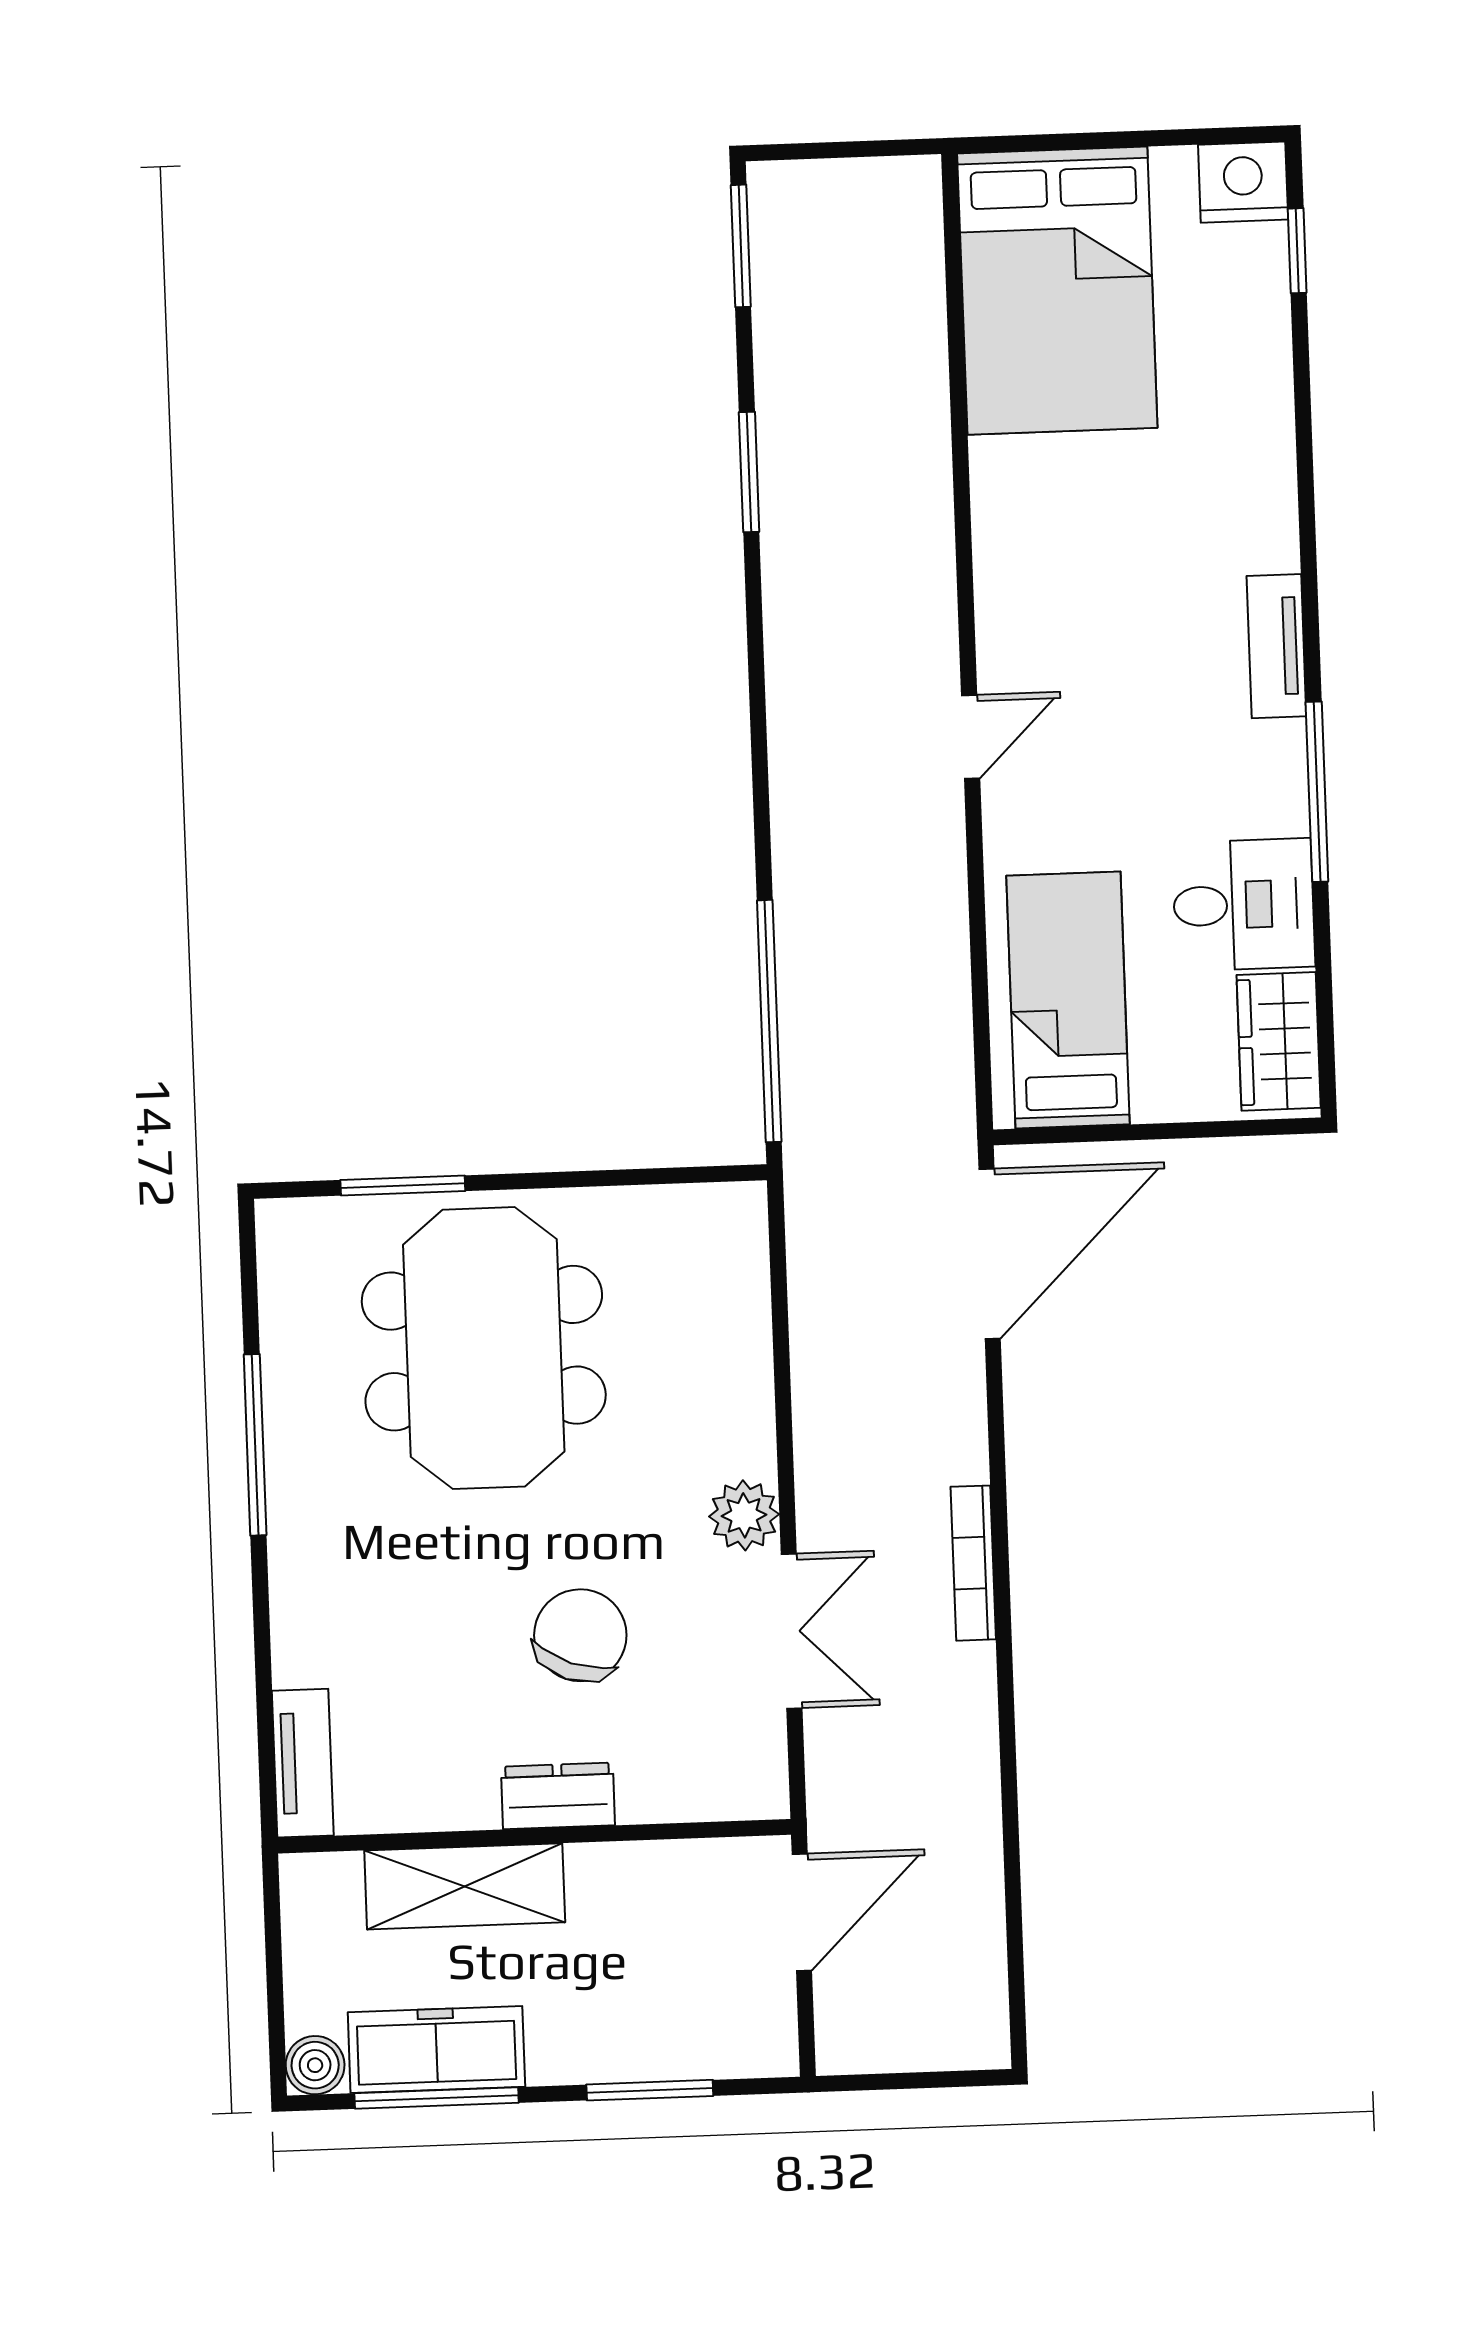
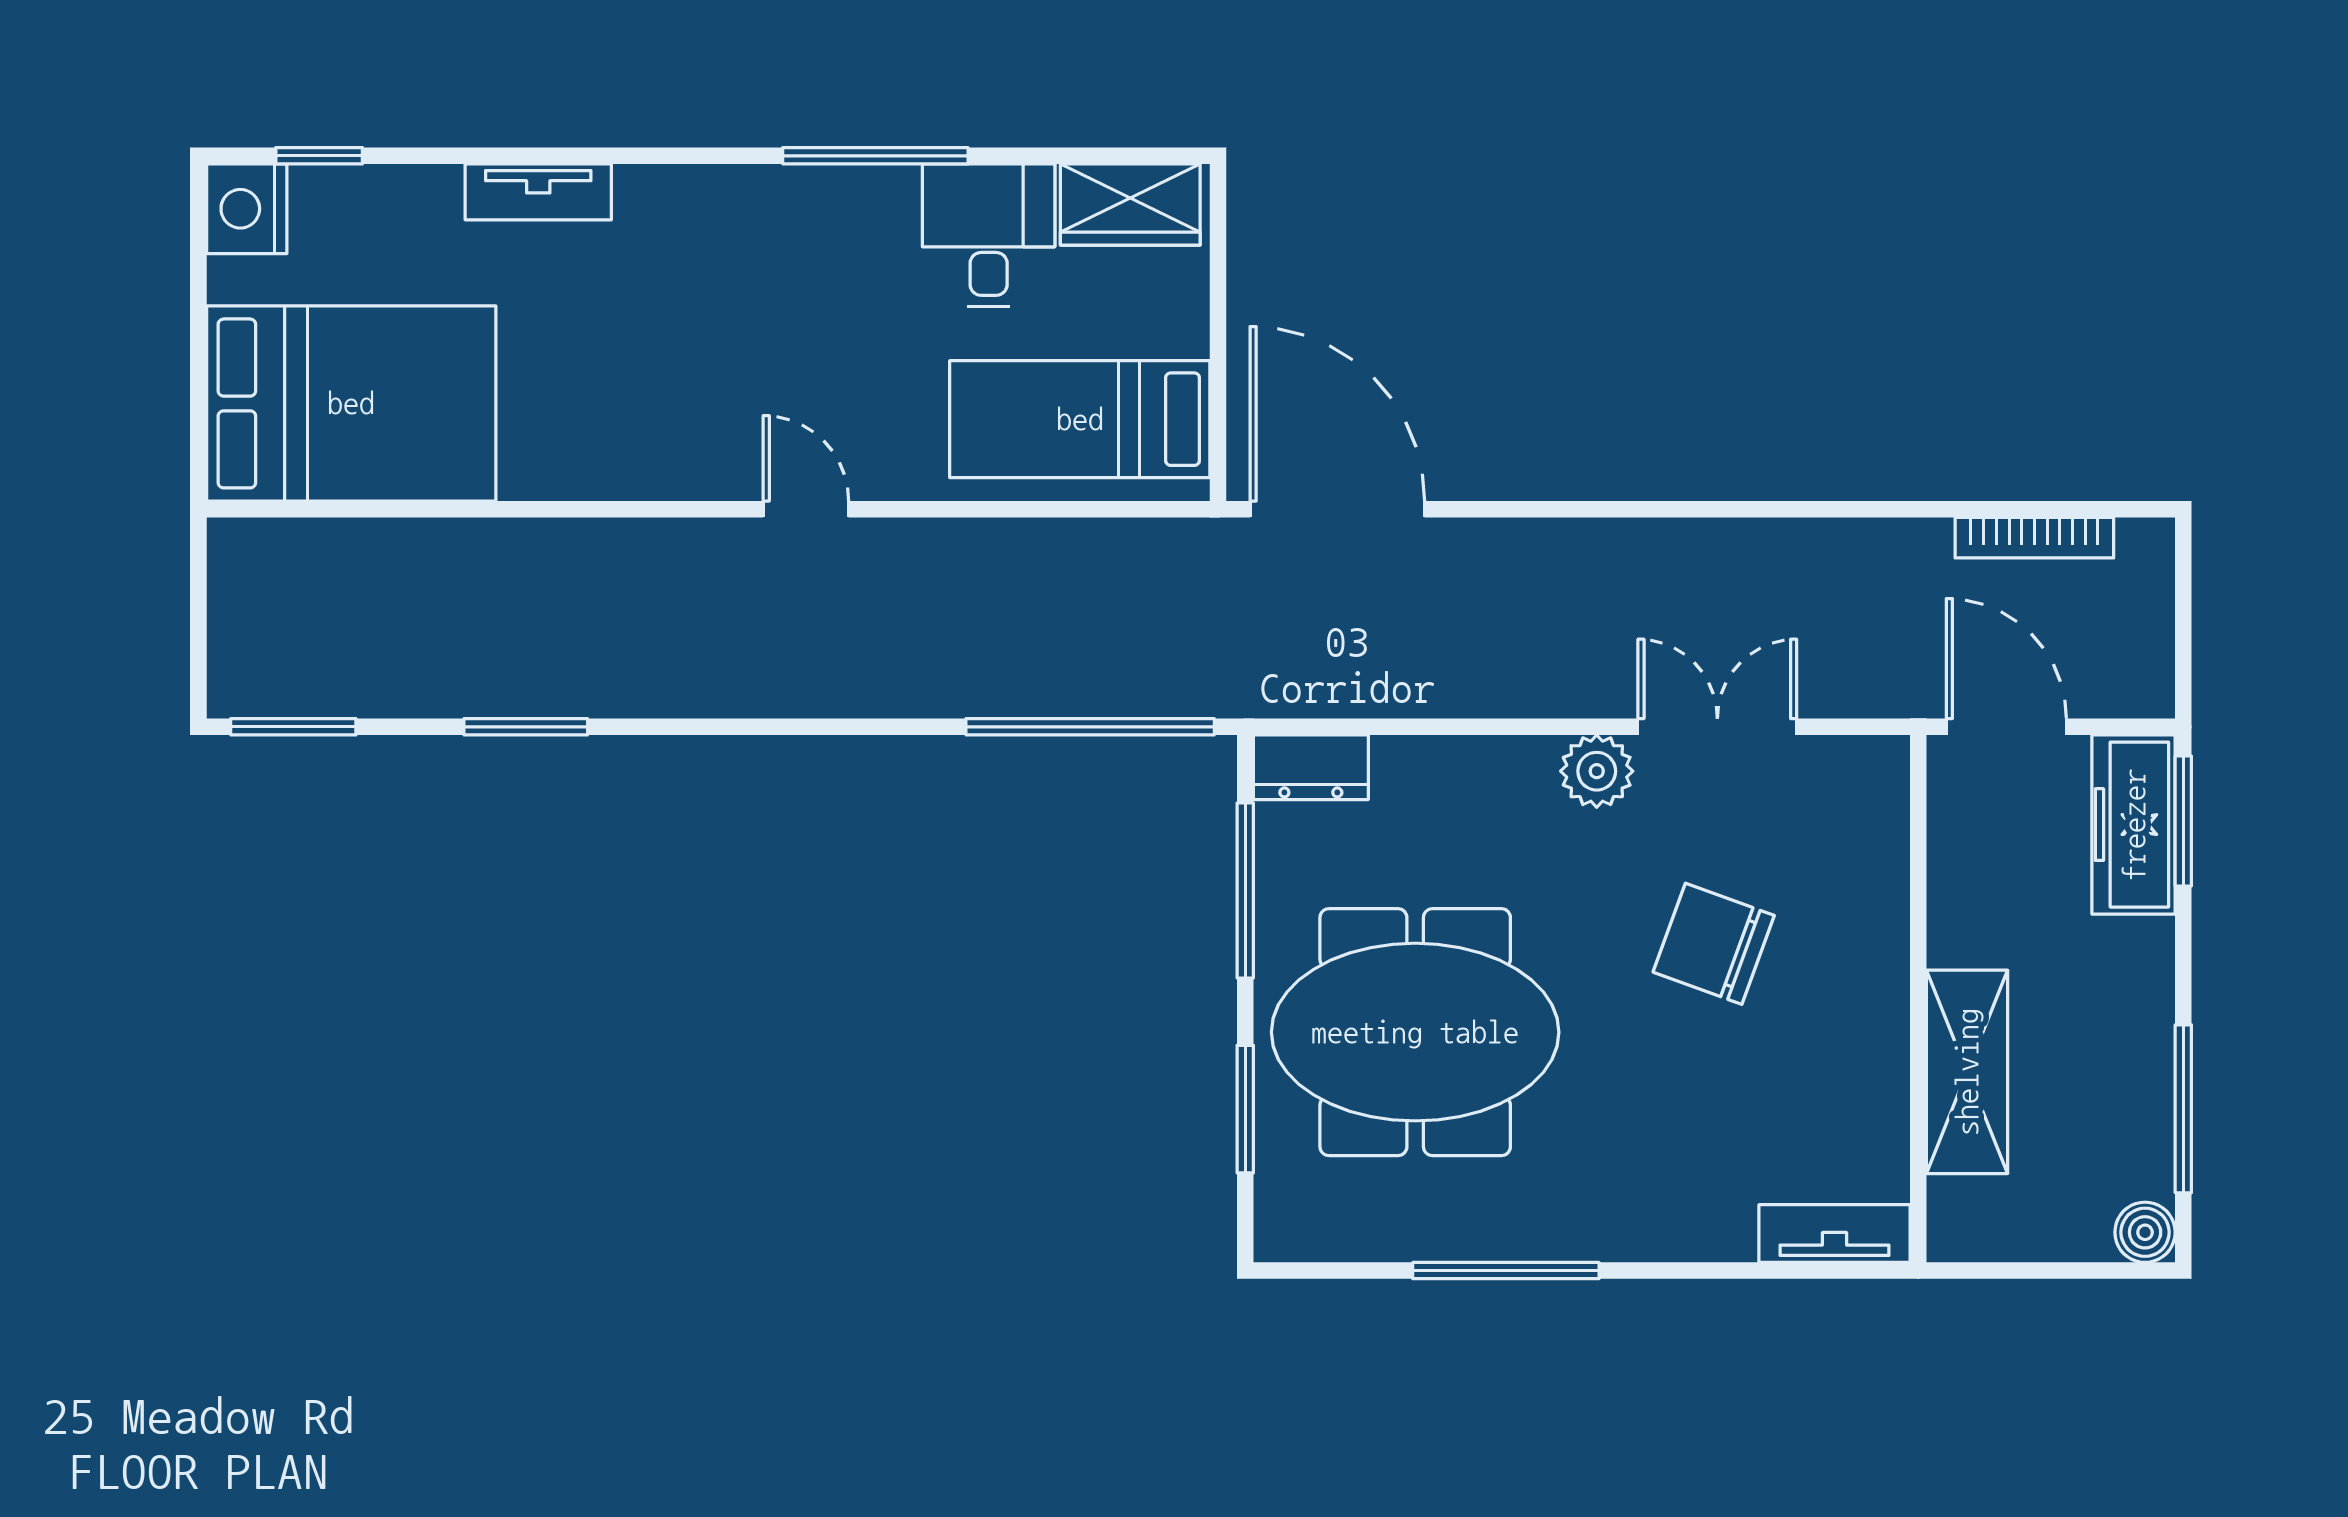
tv unit: (1276, 646) -> (538, 192), moved
window: (615, 1178) -> (1245, 890), added
bookcase: (973, 1563) -> (2034, 538), moved
dresser: (558, 1796) -> (1311, 767), moved, turned -90
freezer: (436, 2050) -> (2134, 825), moved
window: (650, 2090) -> (2183, 821), moved

